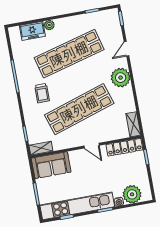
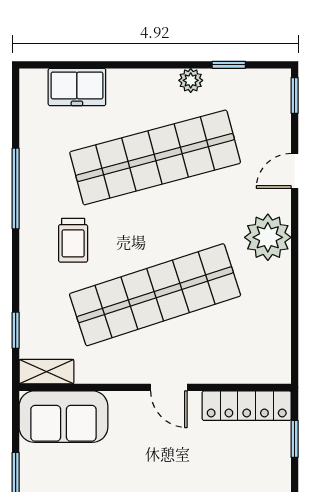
plant: (49, 25) -> (191, 80), moved
shelving: (133, 124) -> (278, 355), removed

